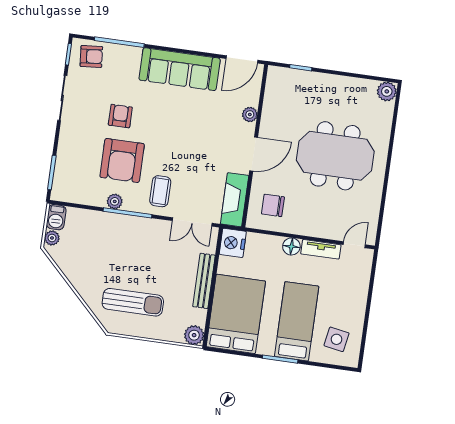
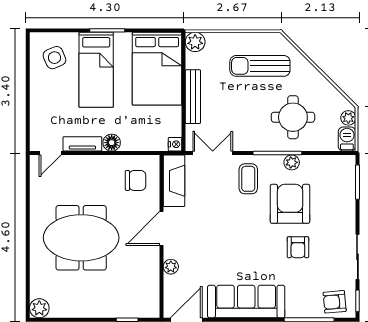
nightstand: (233, 243) -> (175, 144), width x0.53, depth x0.56
round table: (107, 246) -> (293, 117), added
side table: (337, 339) -> (54, 58), turned -33

